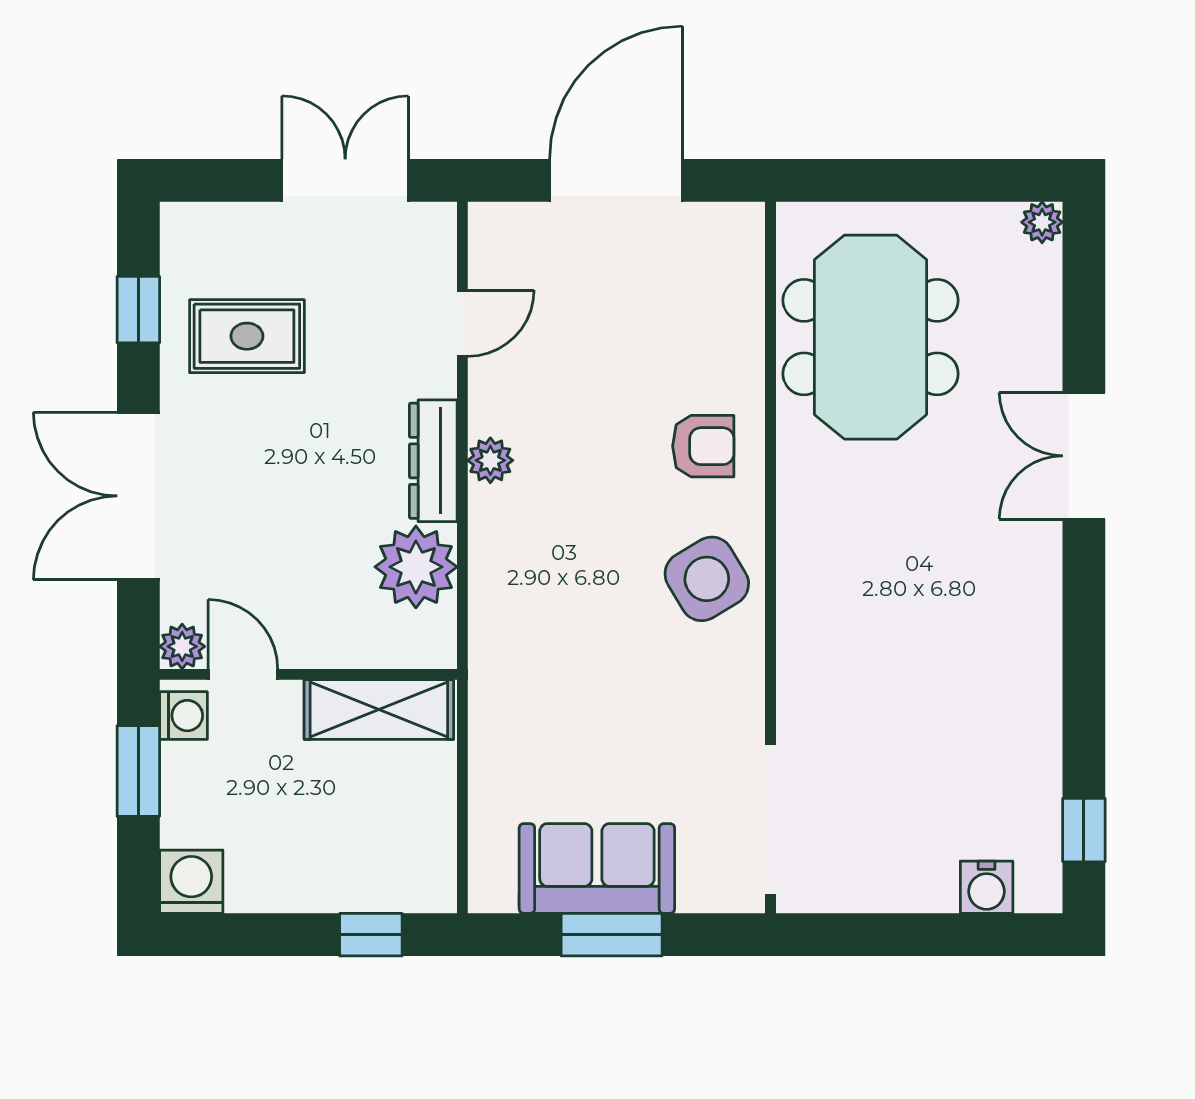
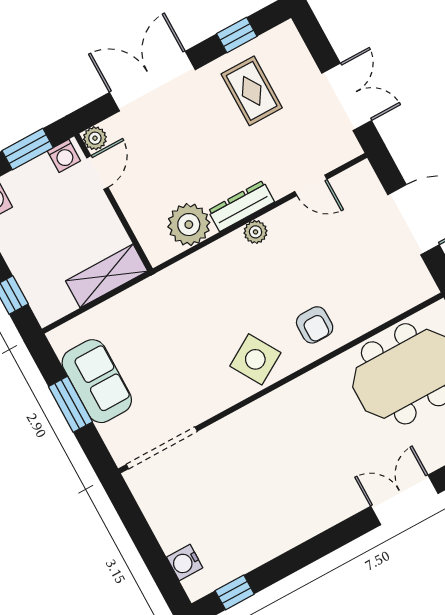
shelving: (379, 710) -> (107, 276), moved, turned 90

